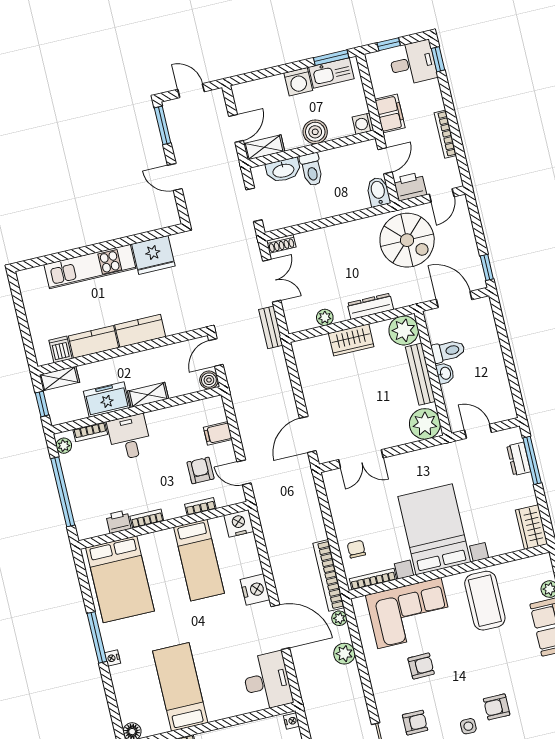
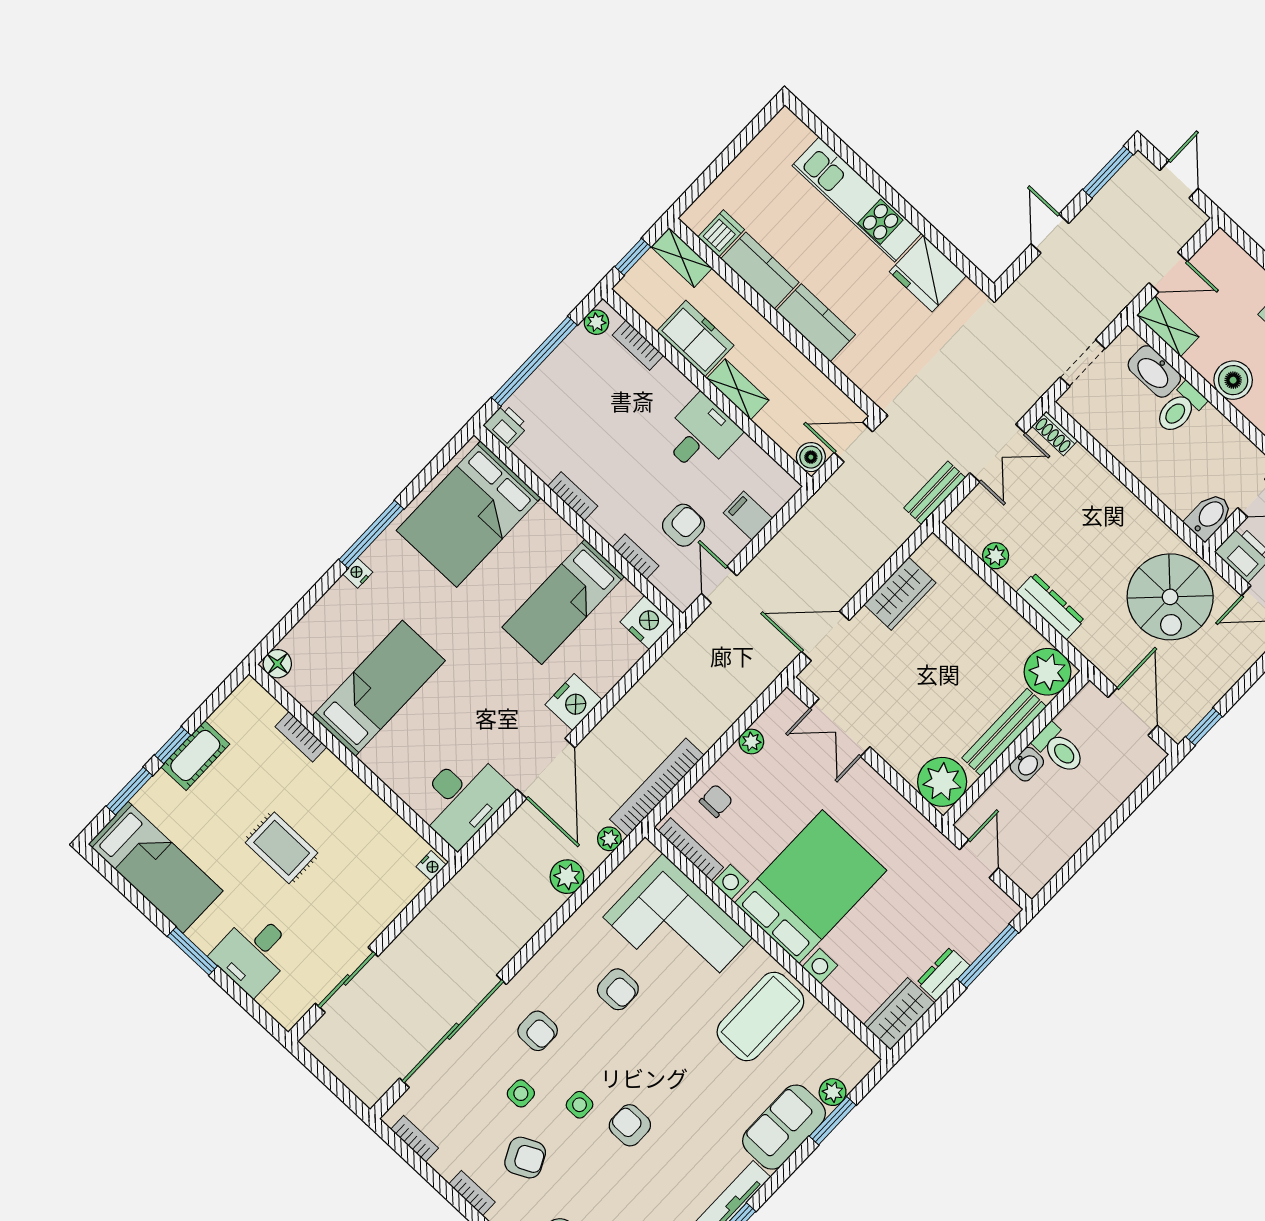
wardrobe: (351, 340) -> (900, 594), moved, turned -90
desk: (129, 437) -> (700, 435), moved
dresser: (519, 459) -> (943, 974), moved
plant: (338, 510) -> (751, 742), added
printer: (119, 522) -> (506, 426), moved

